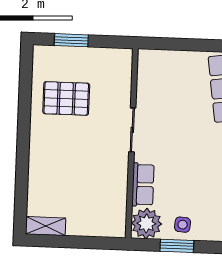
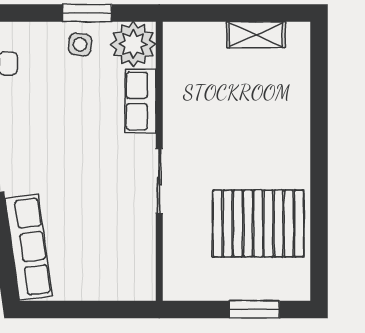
pallet: (66, 98) -> (258, 223), width x1.37, depth x1.41
shelving: (46, 226) -> (256, 35), moved

